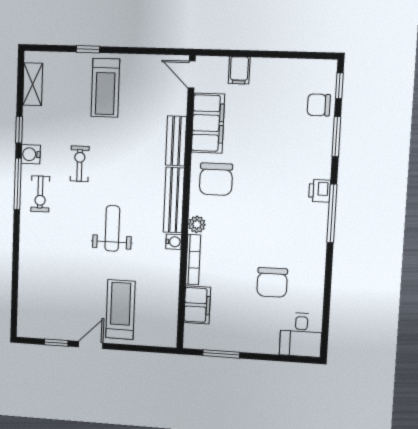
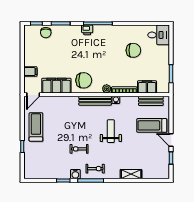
shelving: (33, 84) -> (131, 174), moved
treadmill: (105, 88) -> (36, 127), moved, turned -90
bench: (176, 141) -> (151, 101), moved
weight bench: (112, 228) -> (111, 131), turned 90

